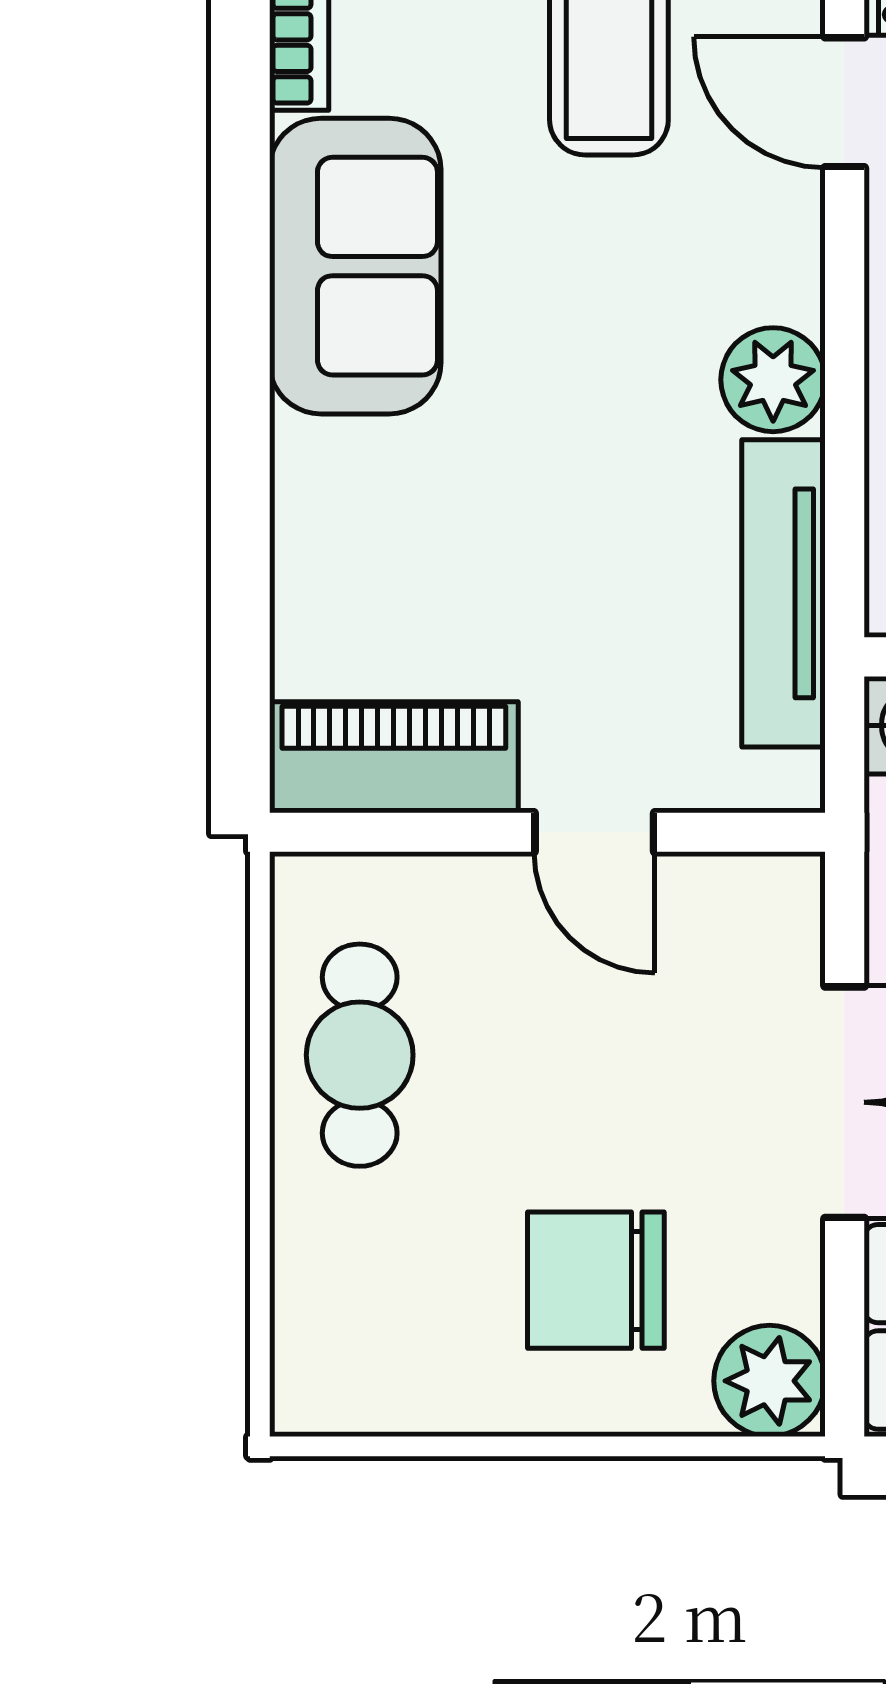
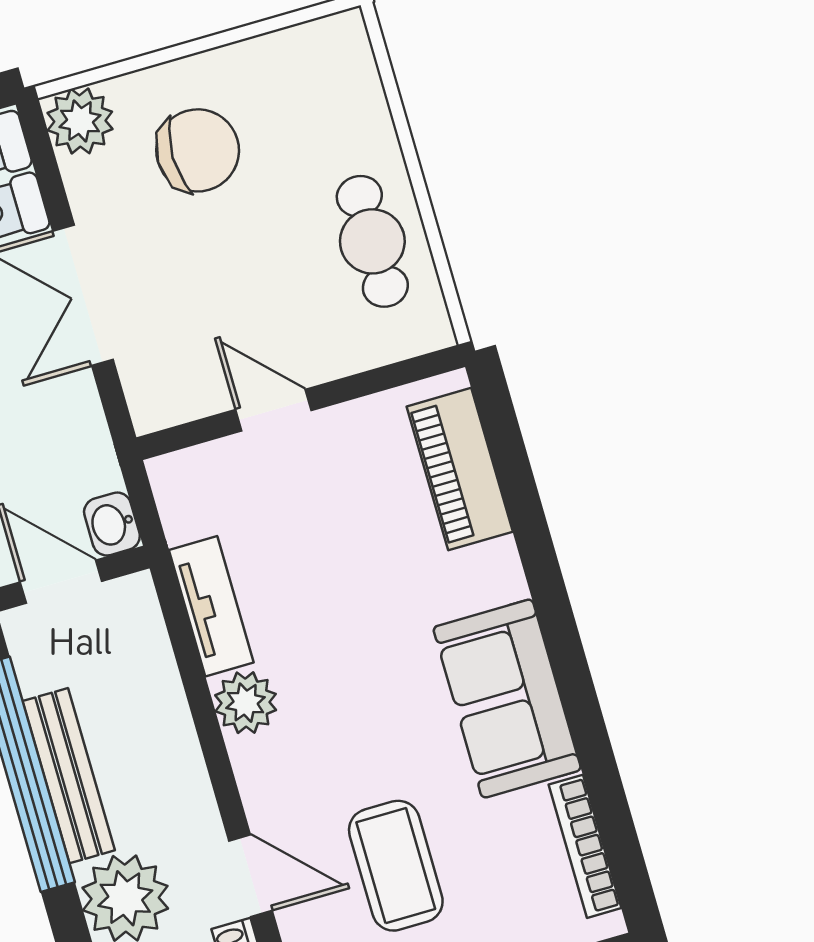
tv unit: (783, 593) -> (211, 606), width x0.71
piano: (394, 757) -> (460, 469), moved, turned 90

